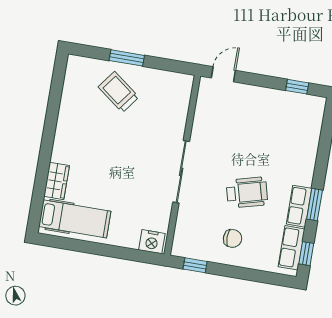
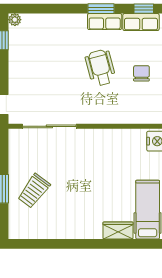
plant: (319, 103) -> (15, 20), added
sliding door: (181, 172) -> (49, 126), moved

